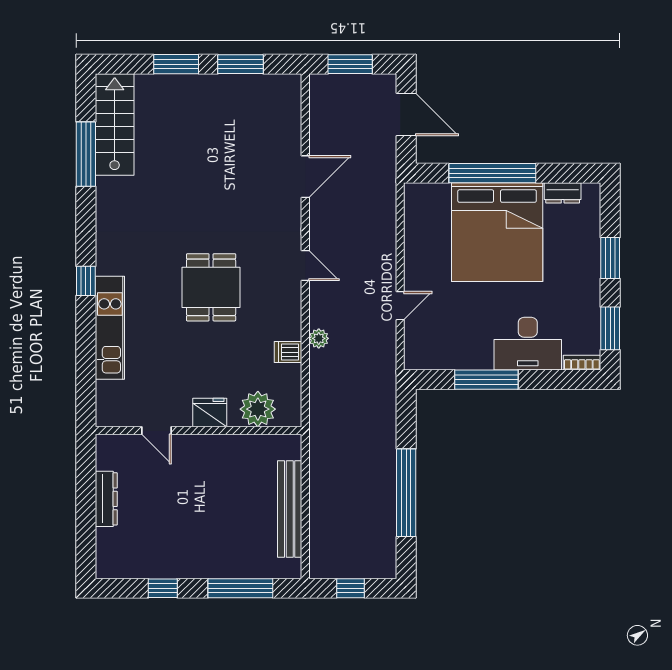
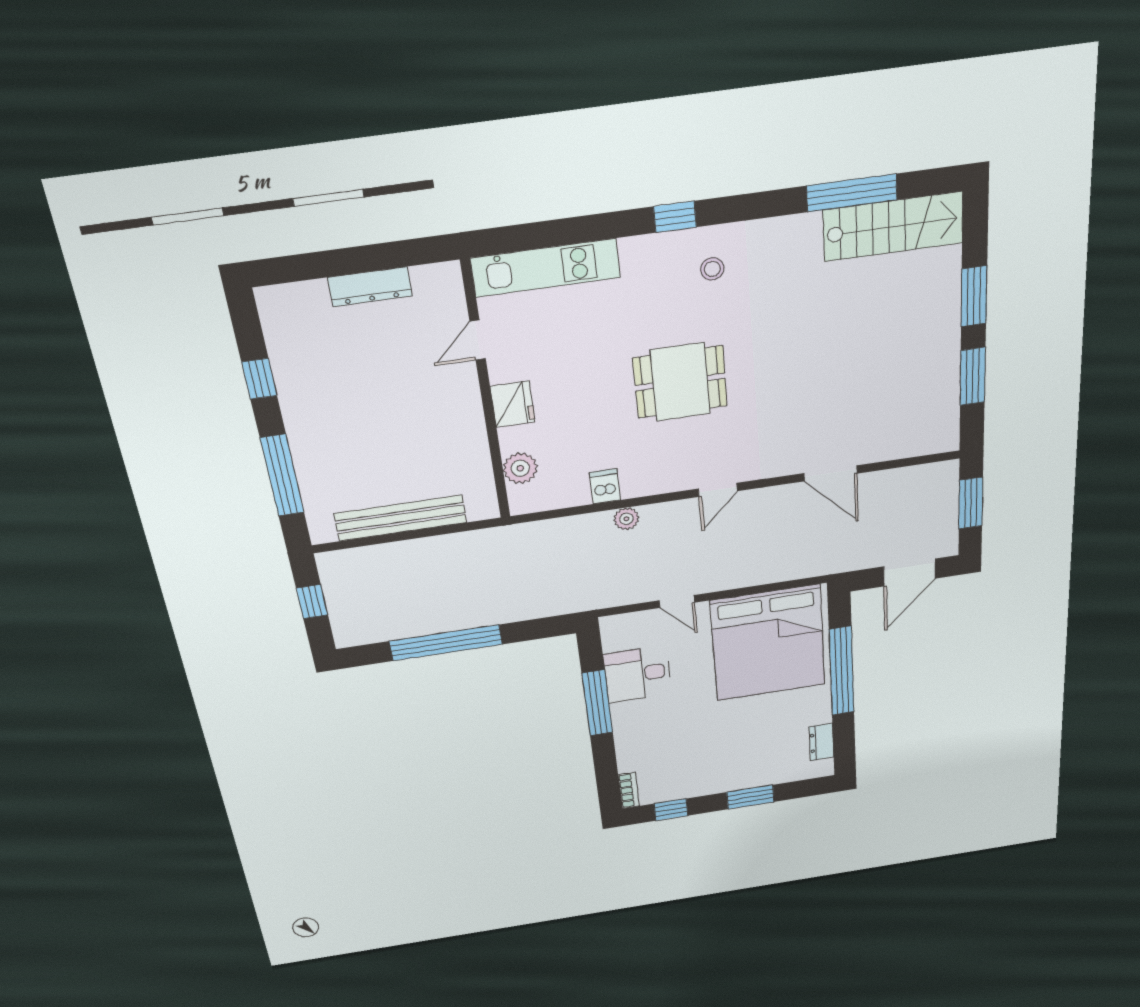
bed: (497, 232) -> (768, 643), moved, turned -90
stool: (128, 257) -> (712, 269), added
kitchen unit: (110, 328) -> (546, 268), moved
window: (610, 328) -> (671, 810), width x0.67
desk: (528, 344) -> (638, 674), moved, width x0.73
plant: (258, 409) -> (520, 468), width x0.73, depth x0.73

